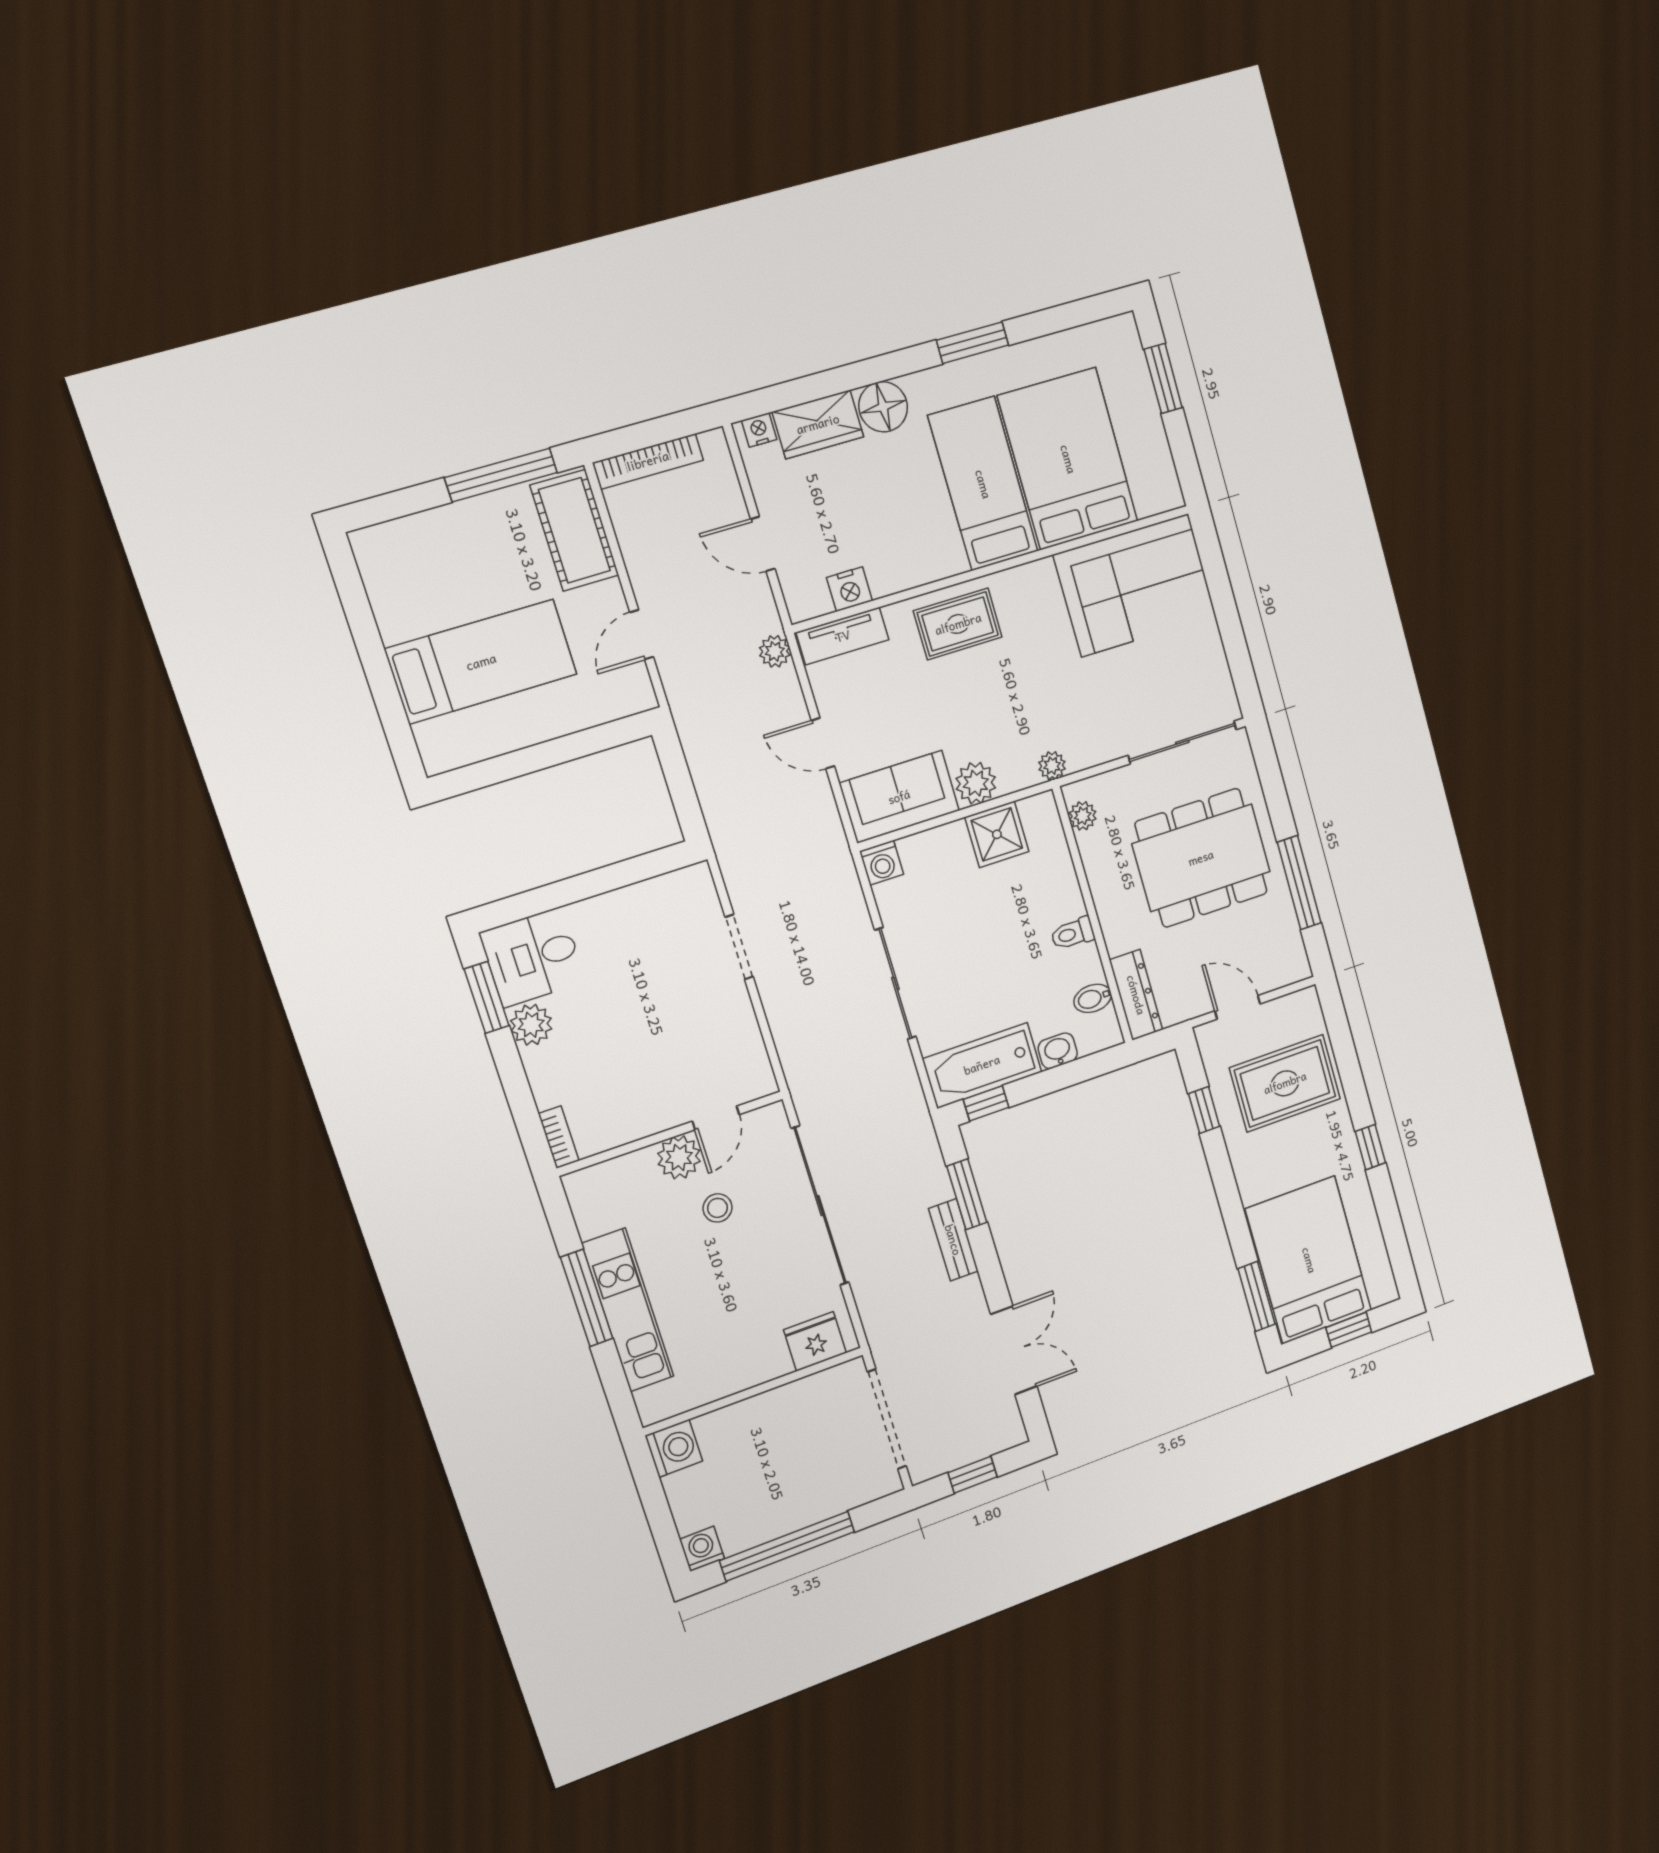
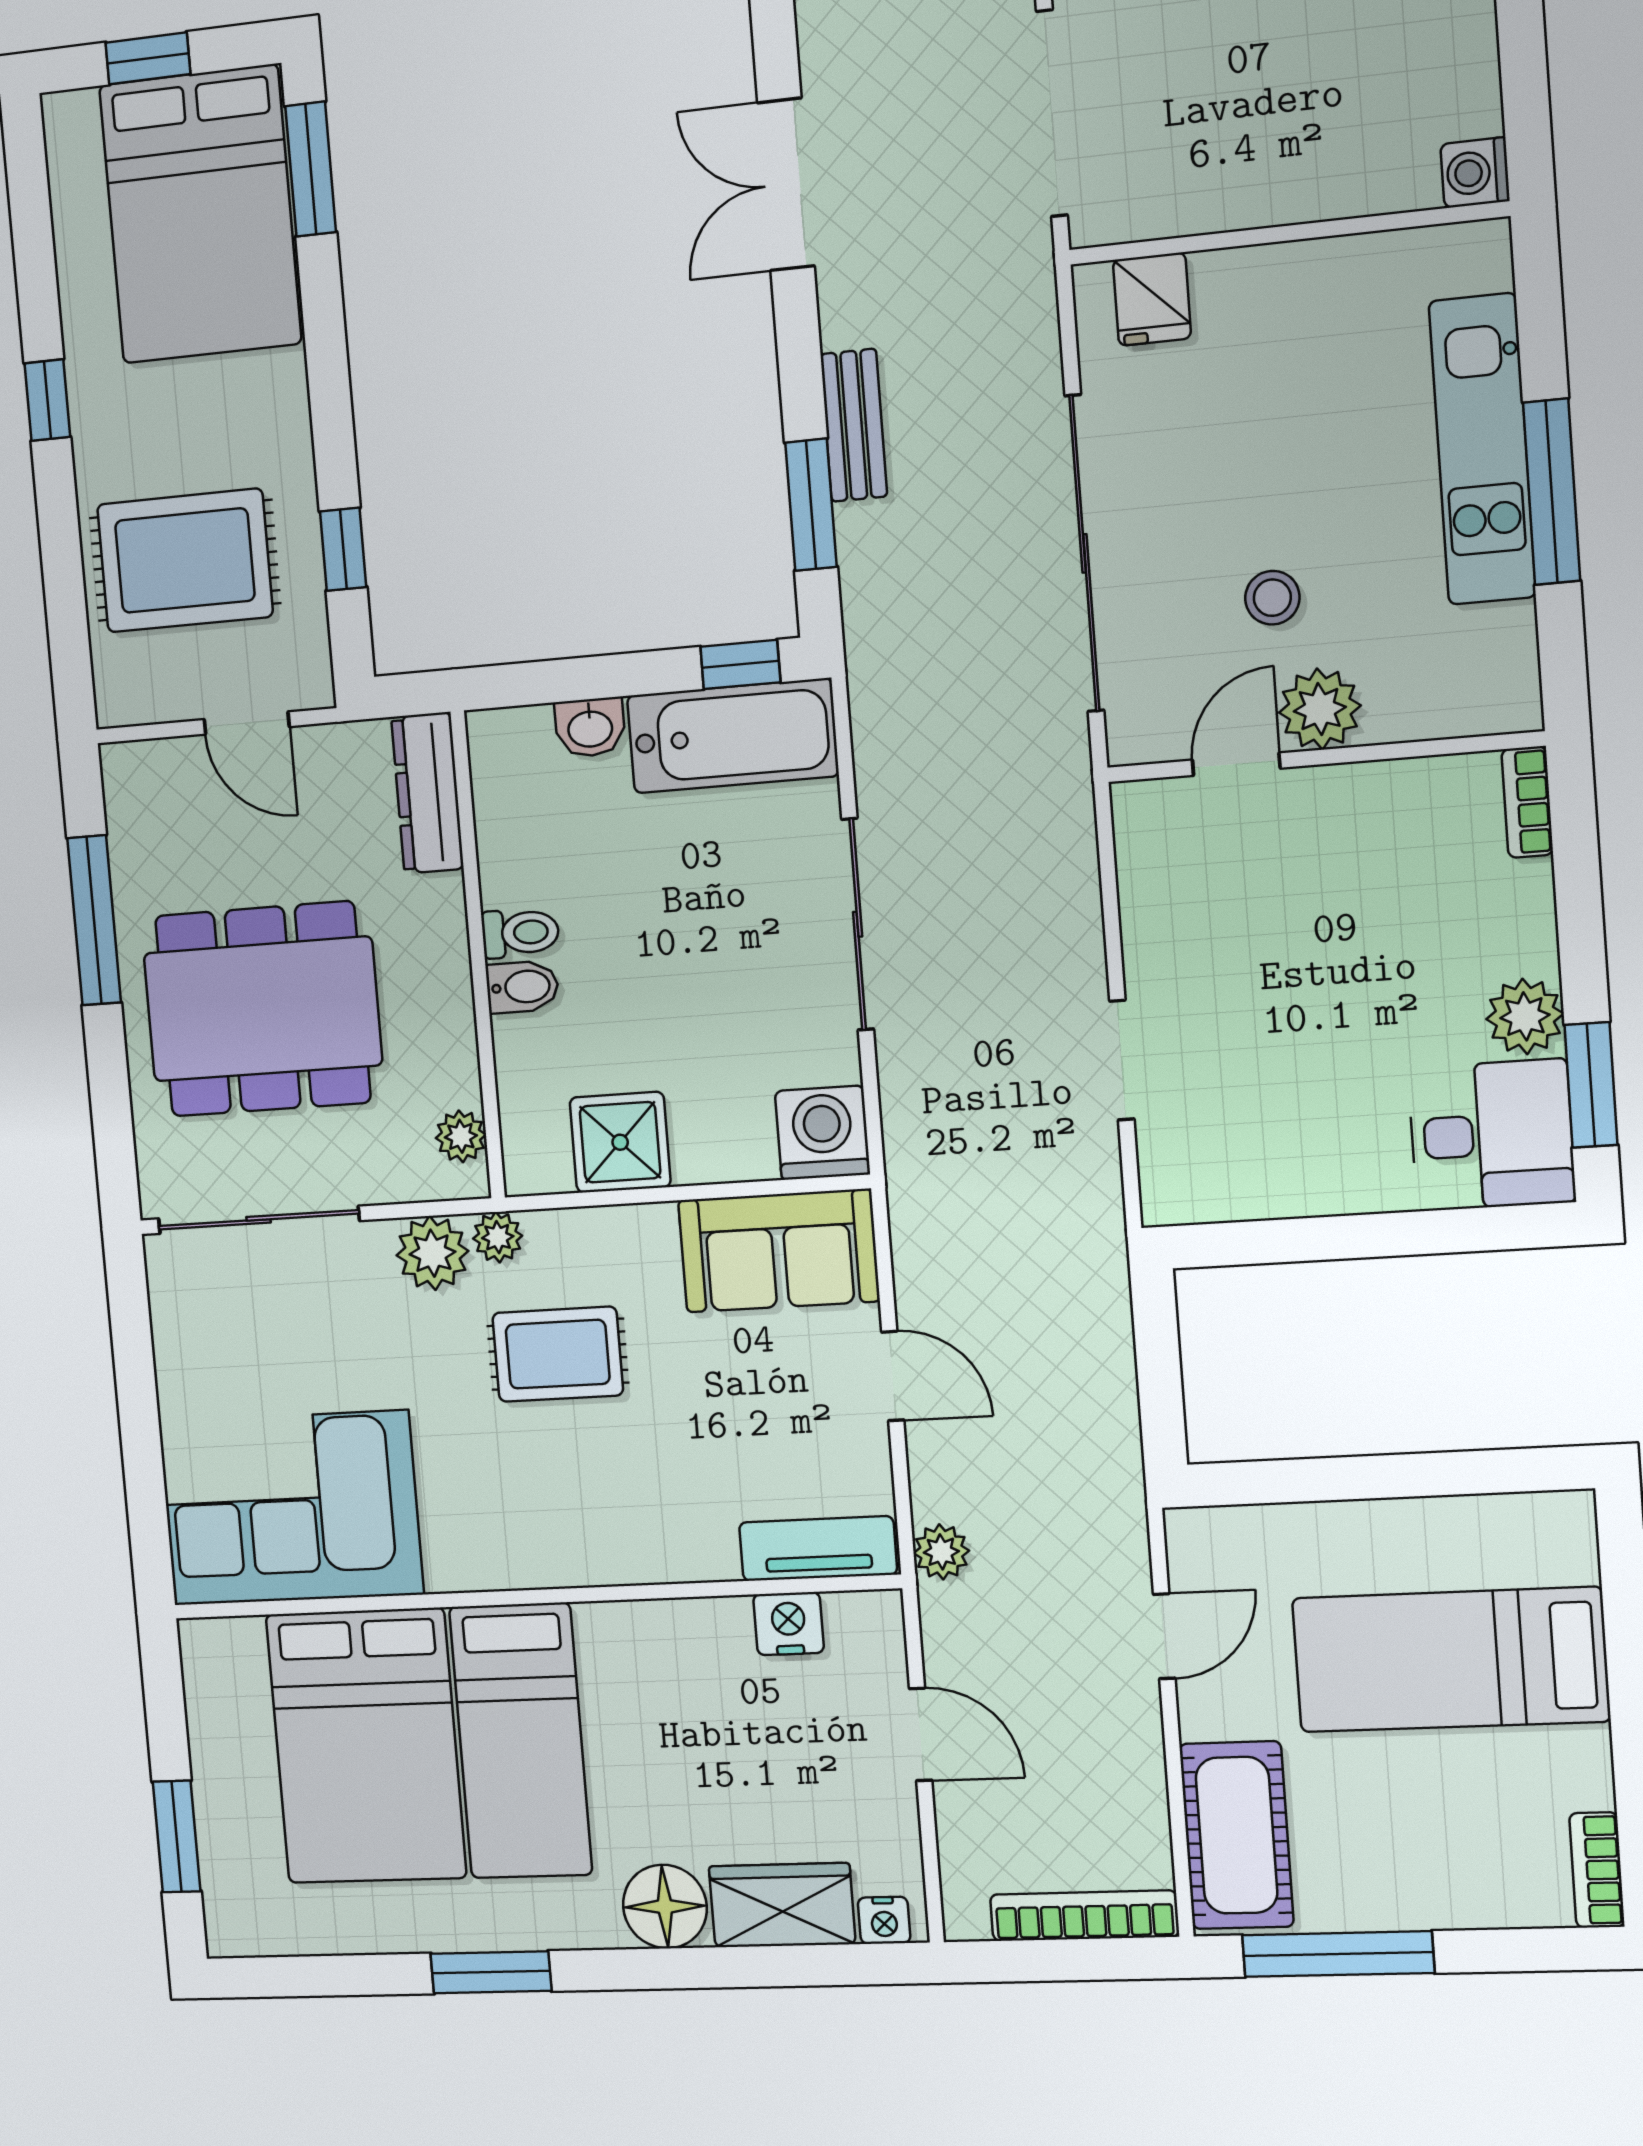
bookcase: (369, 561) -> (1597, 1870), added
rug: (958, 624) -> (558, 1354), moved
plant: (976, 783) -> (432, 1253), moved
washing machine: (882, 863) -> (822, 1133), width x1.38, depth x1.38
bidet: (1093, 998) -> (522, 987), moved
fridge: (815, 1341) -> (1152, 299), width x0.72
washing machine: (674, 1448) -> (1475, 173), width x0.73, depth x0.73

